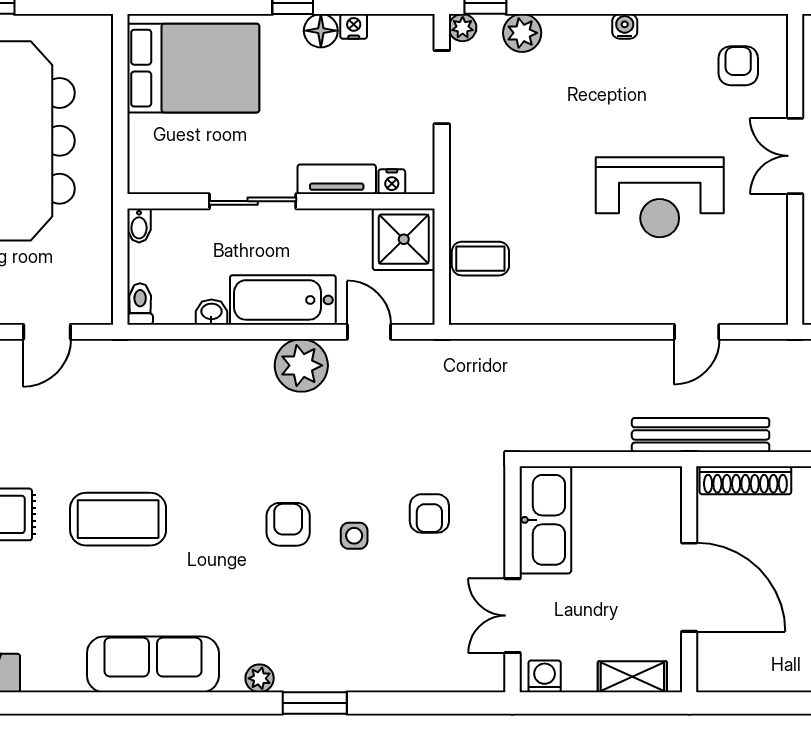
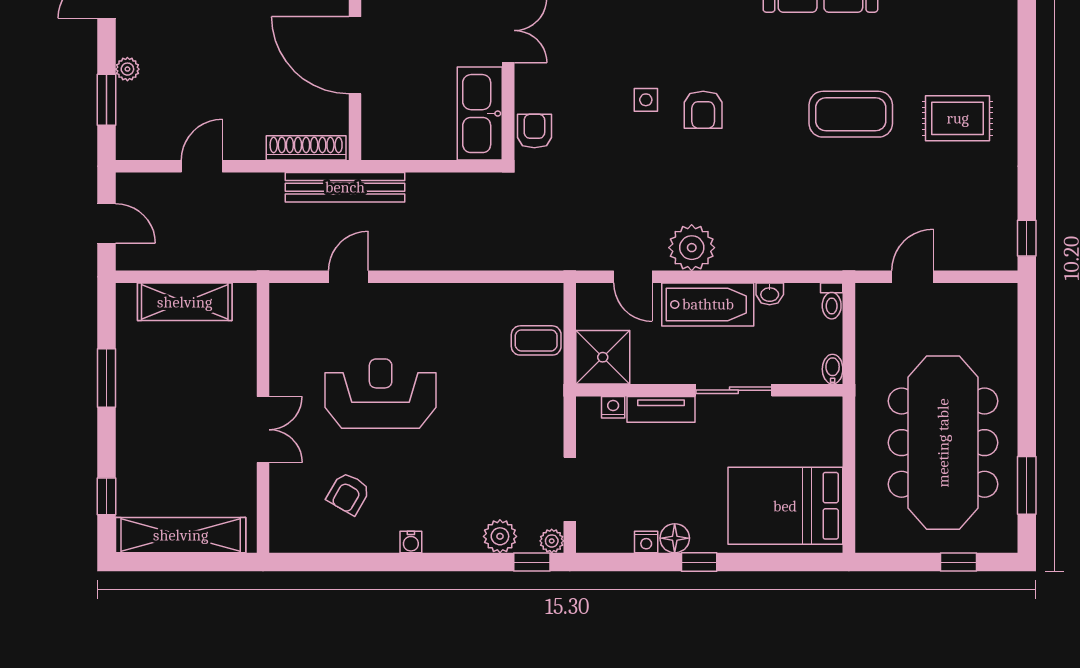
armchair: (738, 66) -> (348, 493), moved, turned 30
armchair: (429, 513) -> (534, 131), moved

